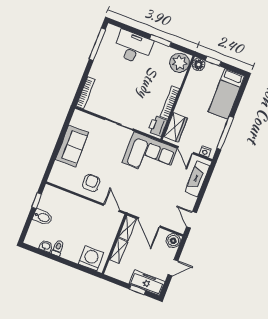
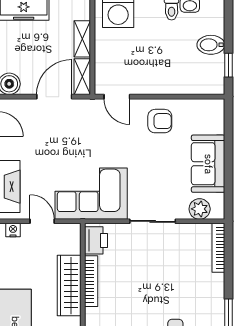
plant: (88, 121) -> (200, 209), added
wardrobe: (176, 127) -> (69, 286), moved, width x1.50
armchair: (91, 183) -> (160, 121), turned -90
door: (149, 222) -> (54, 97), hinge flipped

